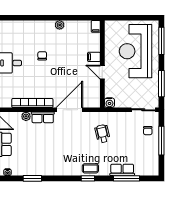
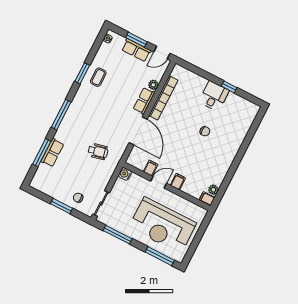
plant: (60, 25) -> (213, 190), moved
reception desk: (135, 51) -> (163, 225), turned 180
filing cabinet: (94, 84) -> (151, 168), added
window: (161, 141) -> (61, 206), width x0.69
coffee table: (90, 168) -> (98, 77), moved
window: (32, 178) -> (82, 73), moved
window: (88, 178) -> (61, 115), width x2.17

